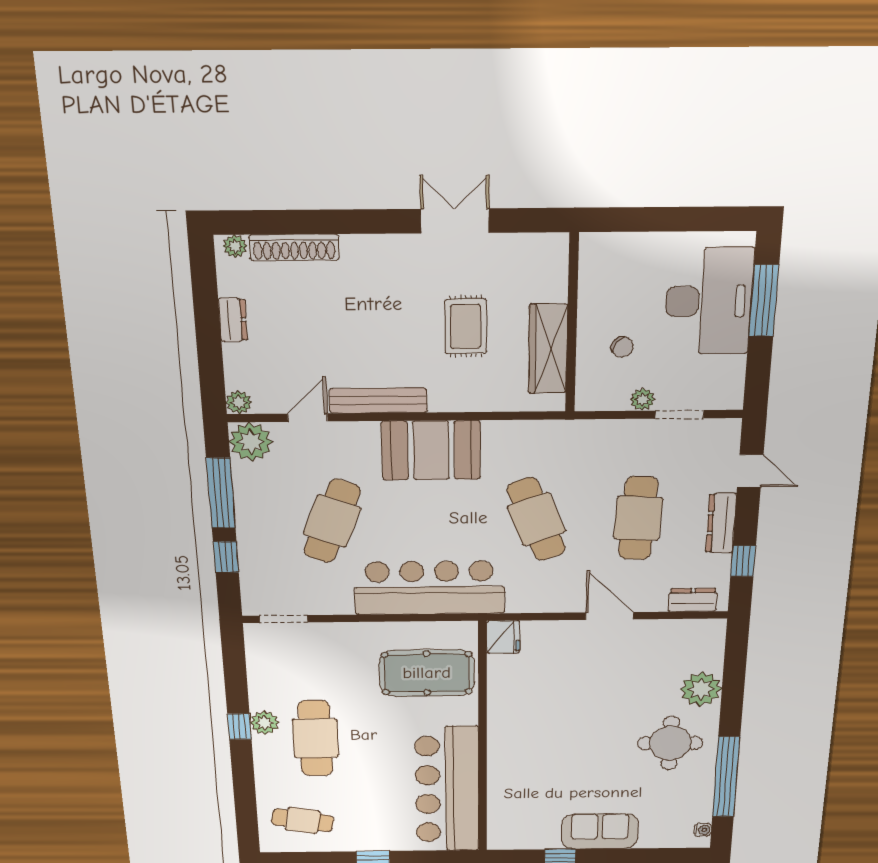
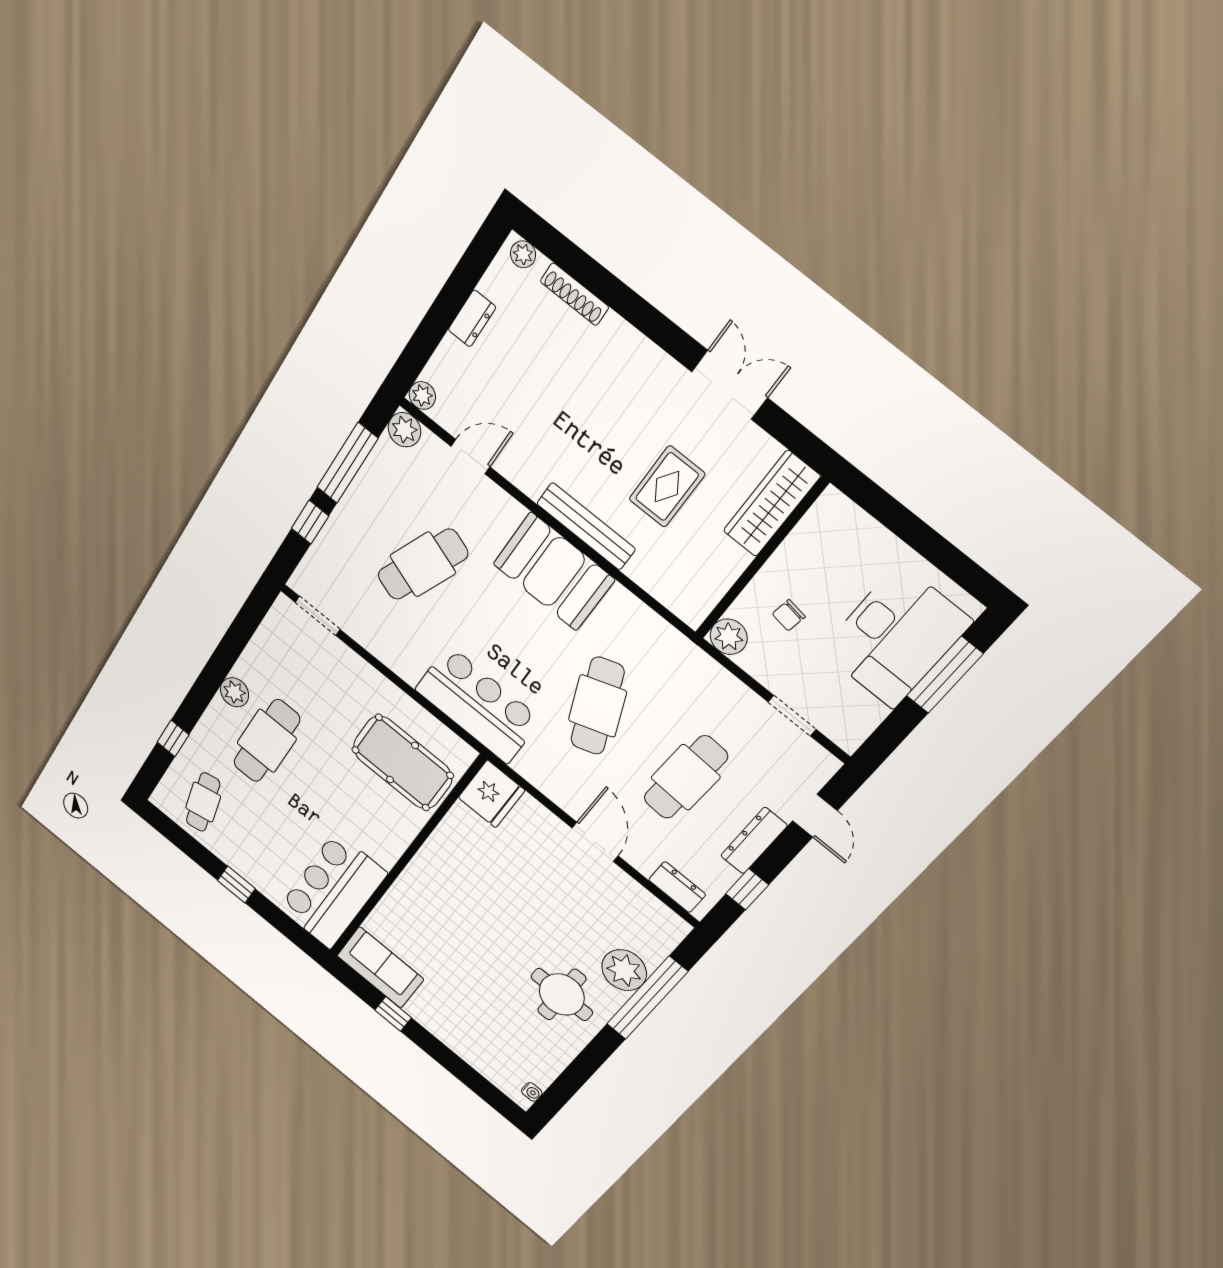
shoe rack: (294, 247) -> (574, 294), width x0.74, depth x0.81
chair: (622, 347) -> (789, 615), turned 64
wardrobe: (548, 349) -> (772, 504), moved
plant: (643, 399) -> (729, 637), moved, width x1.38, depth x1.38
bench: (378, 400) -> (586, 526), moved
plant: (251, 442) -> (404, 430), width x0.73, depth x0.73
bar counter: (429, 588) -> (478, 704), width x0.73
fridge: (503, 637) -> (492, 794), width x1.36, depth x1.34
window: (239, 727) -> (173, 738), moved
window: (726, 777) -> (647, 998), moved
bar counter: (447, 789) -> (333, 891), width x0.73
cafe table: (303, 820) -> (203, 802), turned 67
sofa: (600, 831) -> (380, 967), moved

